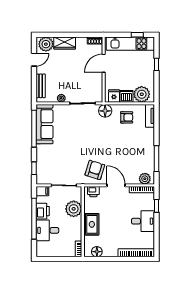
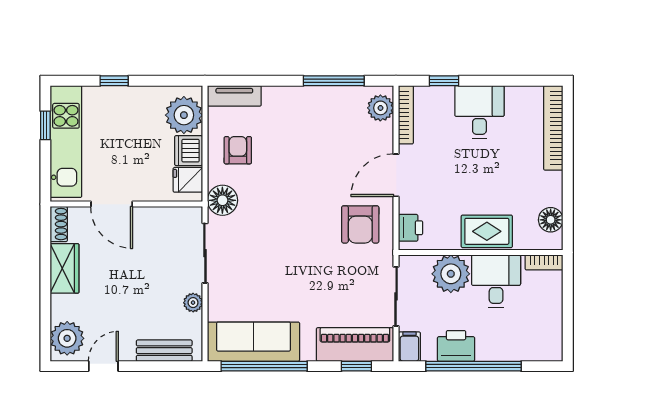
wardrobe: (65, 43) -> (65, 268), moved
door: (34, 60) -> (103, 366), hinge flipped
piano: (43, 168) -> (355, 344), added
armchair: (95, 170) -> (360, 224), turned -107
desk: (47, 230) -> (496, 281), moved, turned 180

